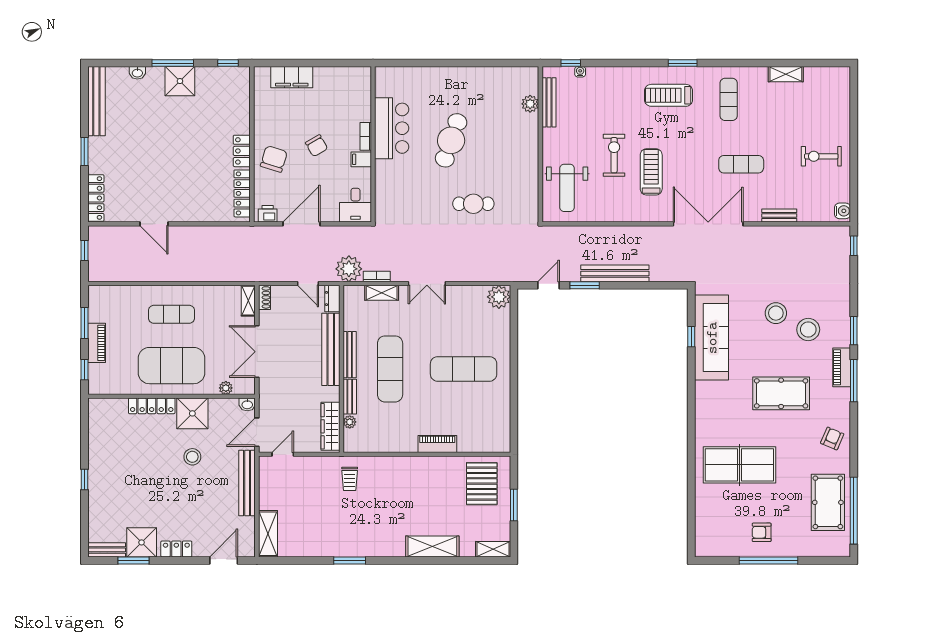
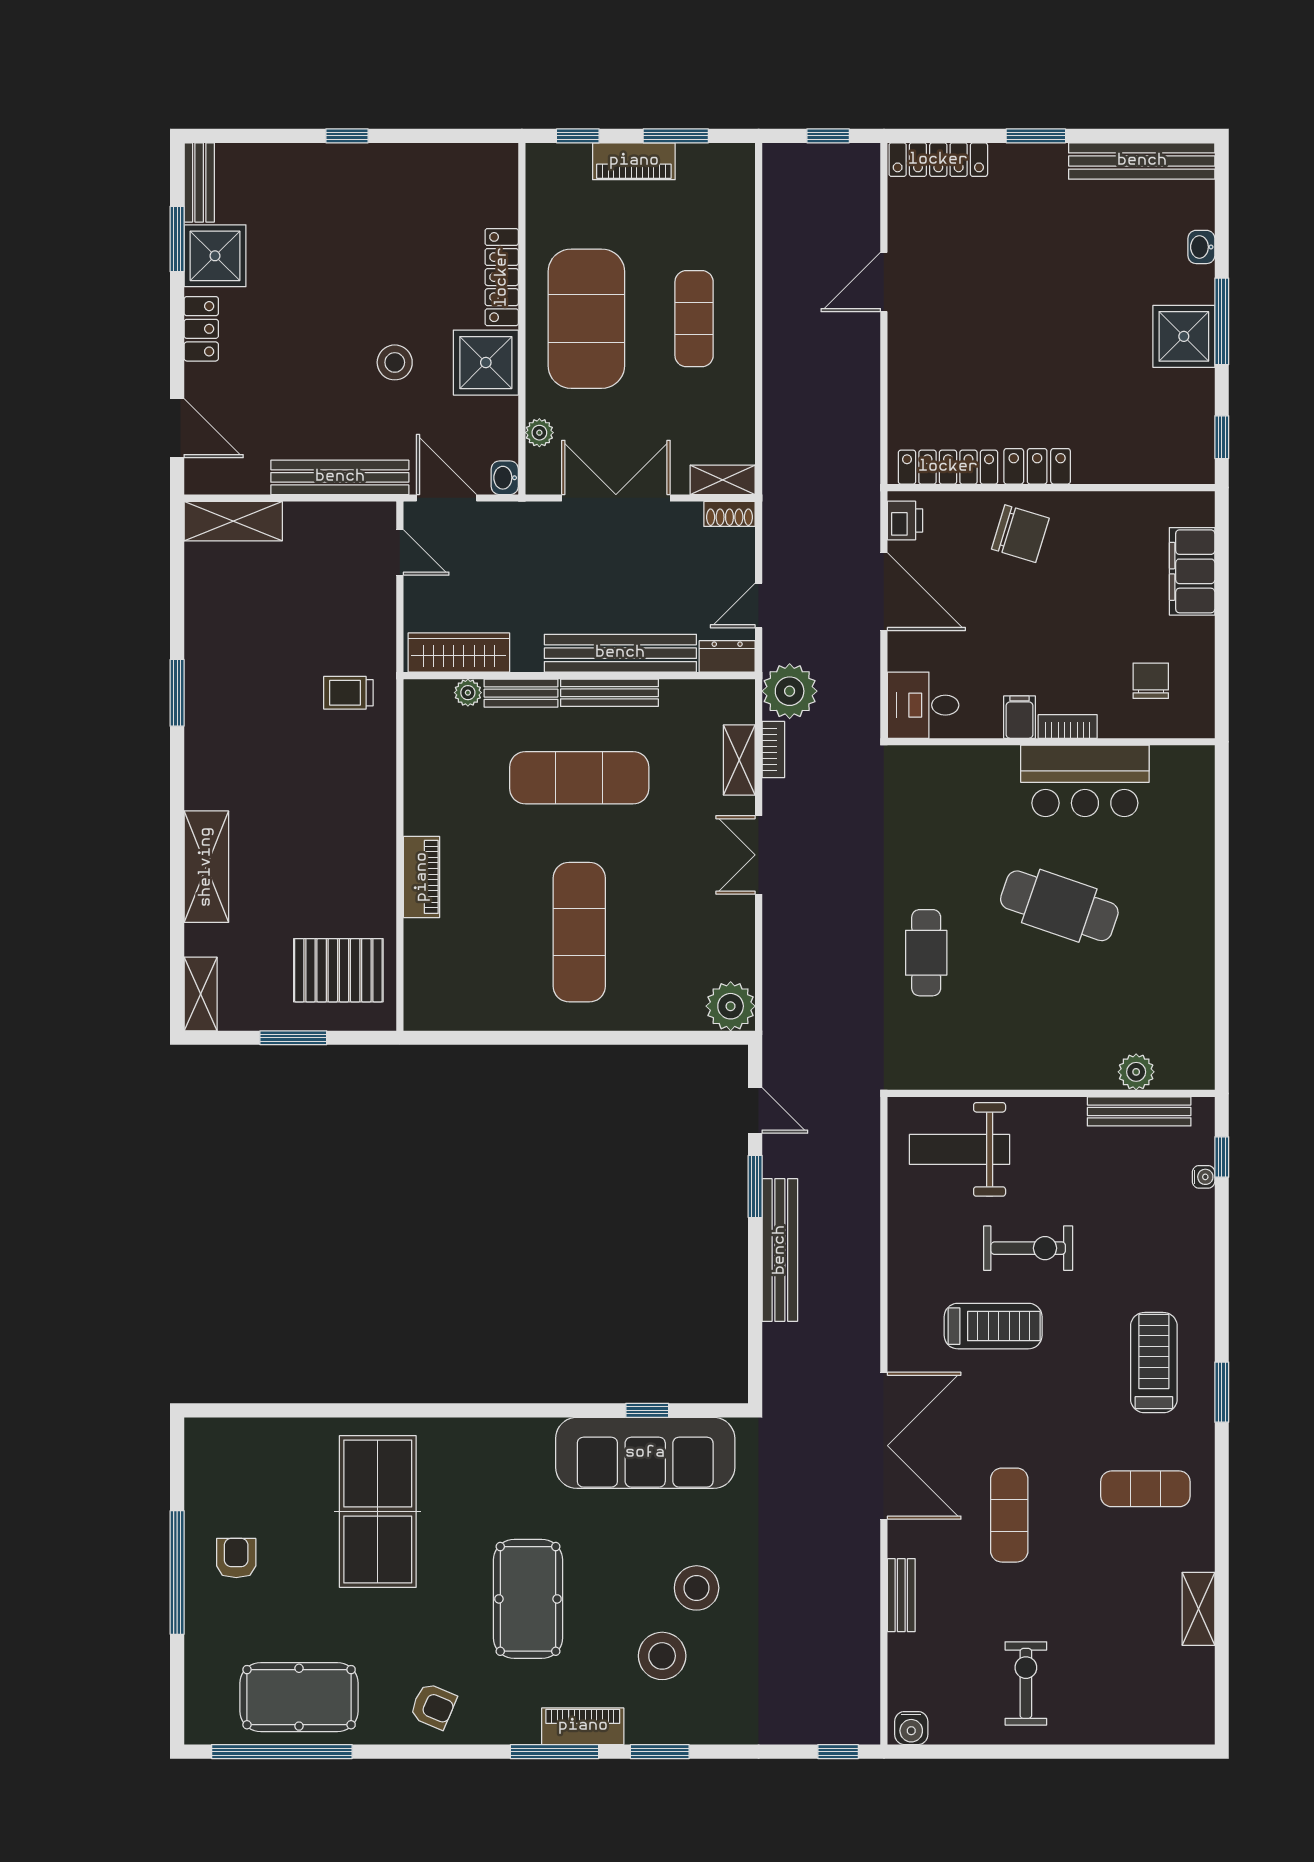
chair: (317, 146) -> (1151, 681), moved, turned 120

